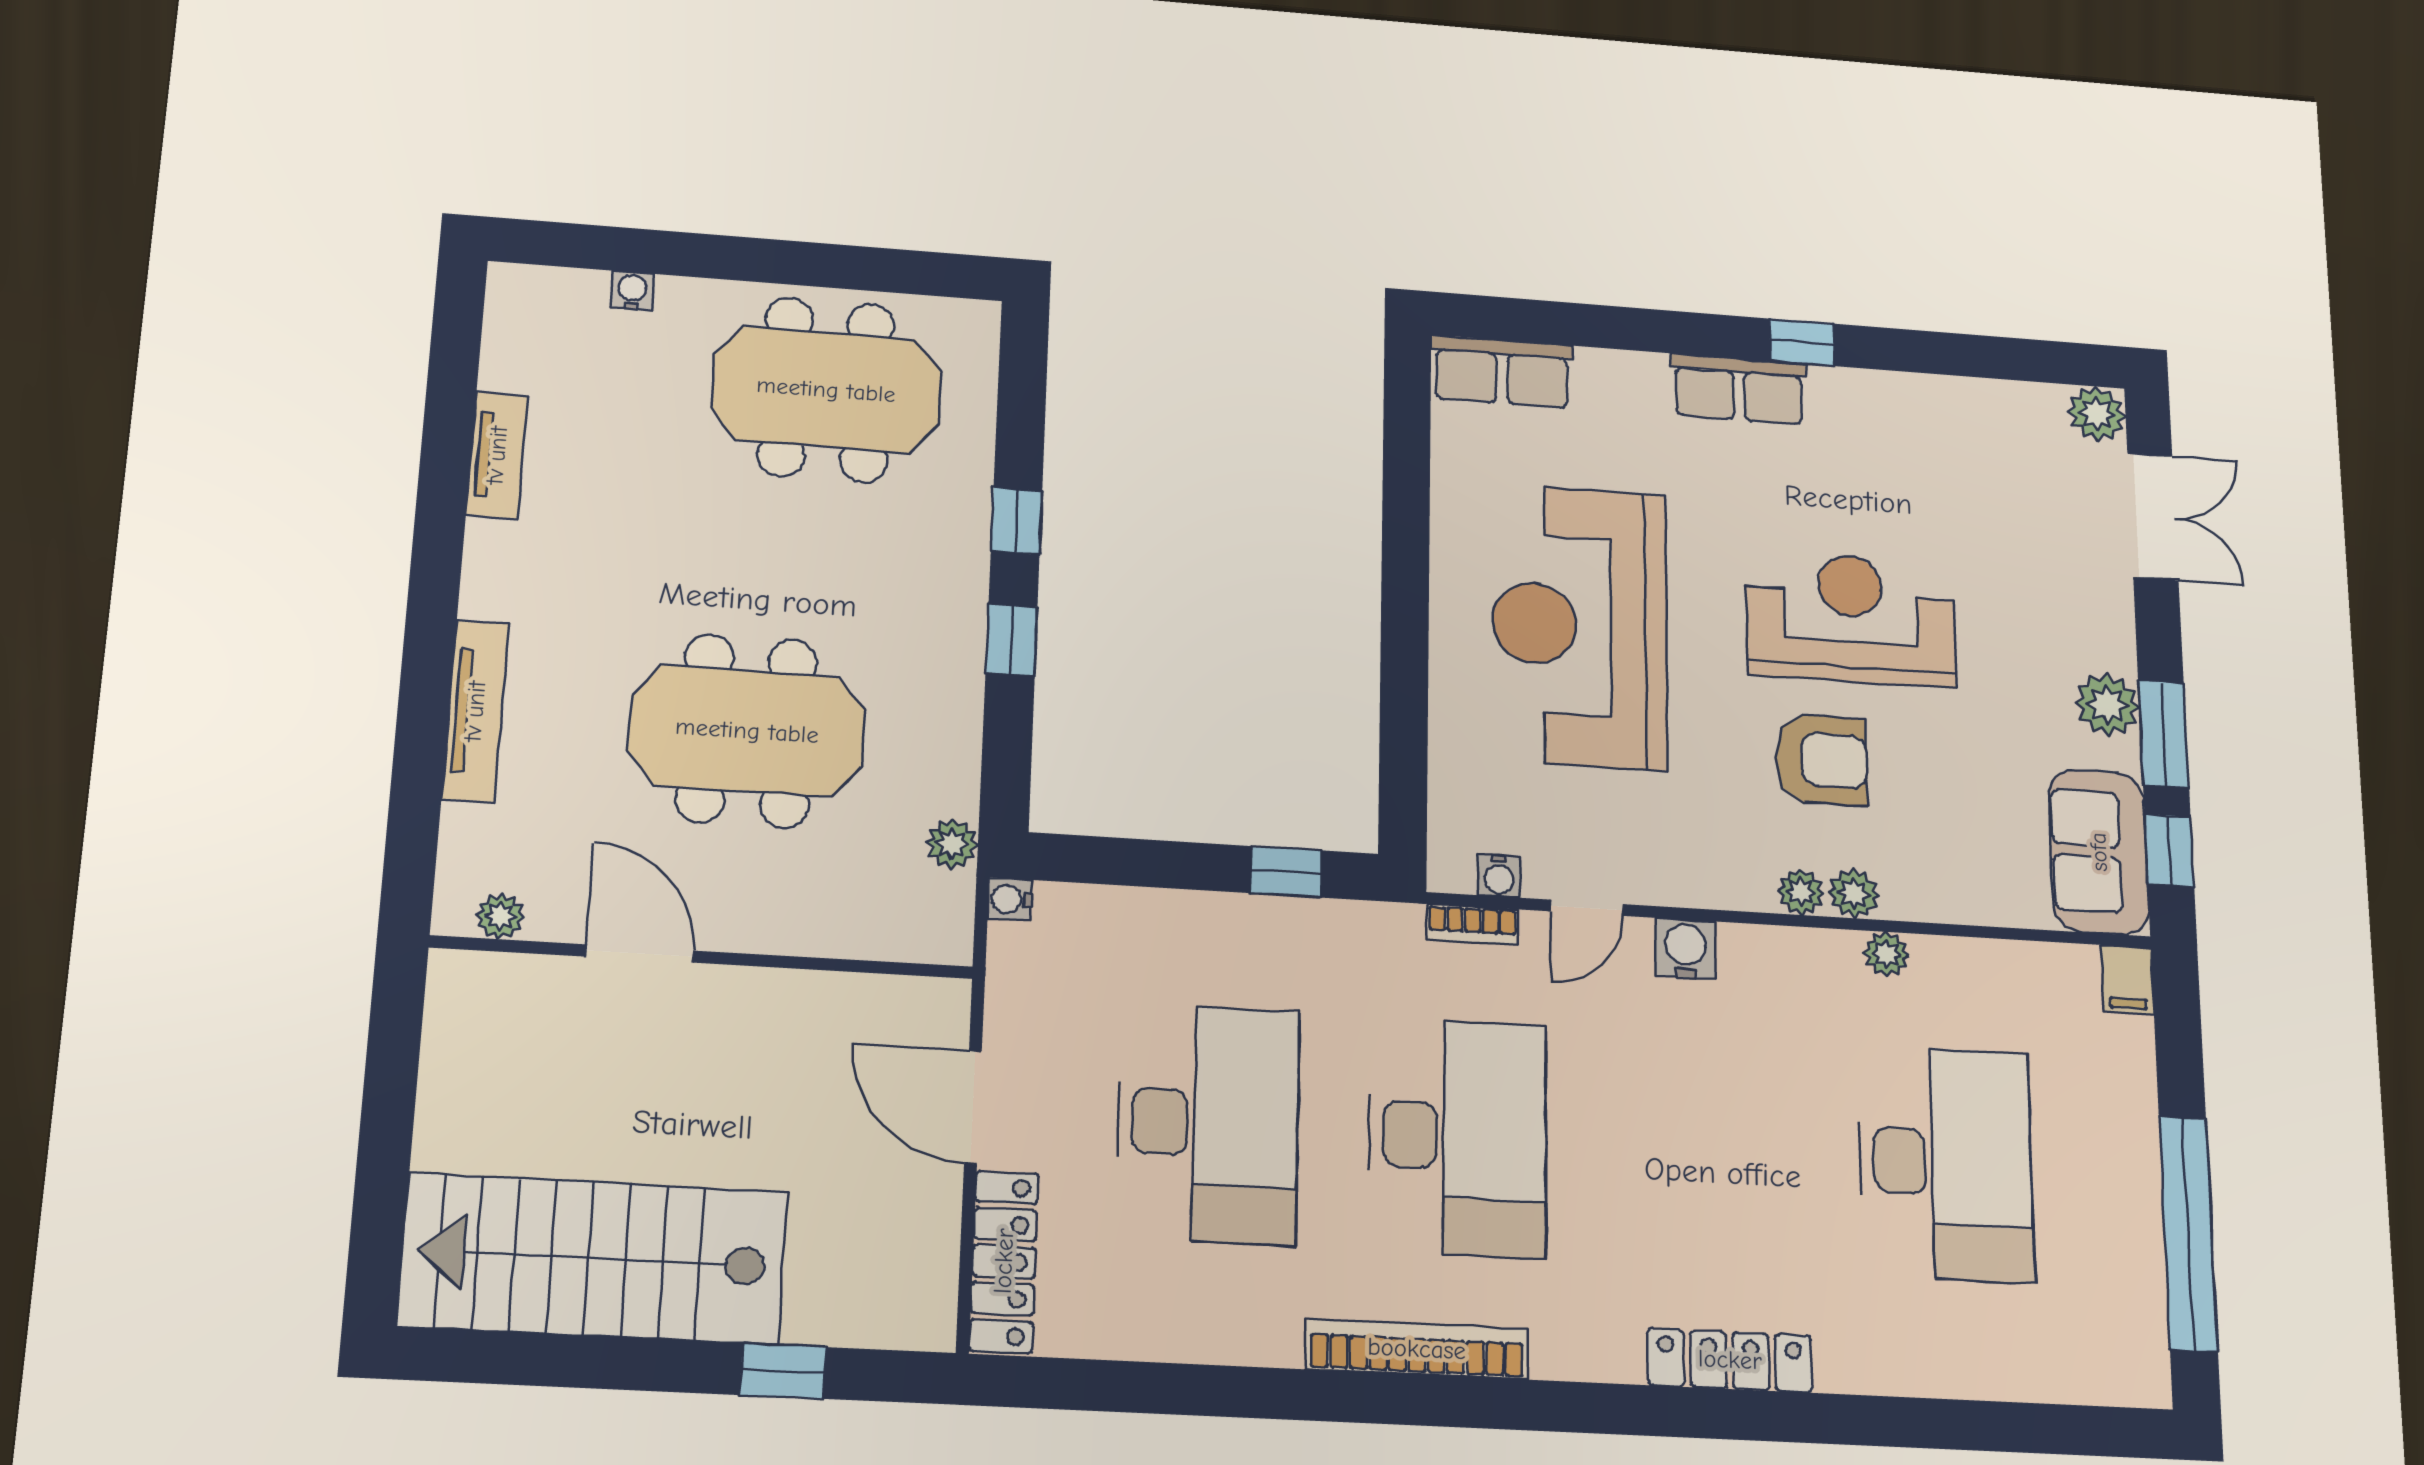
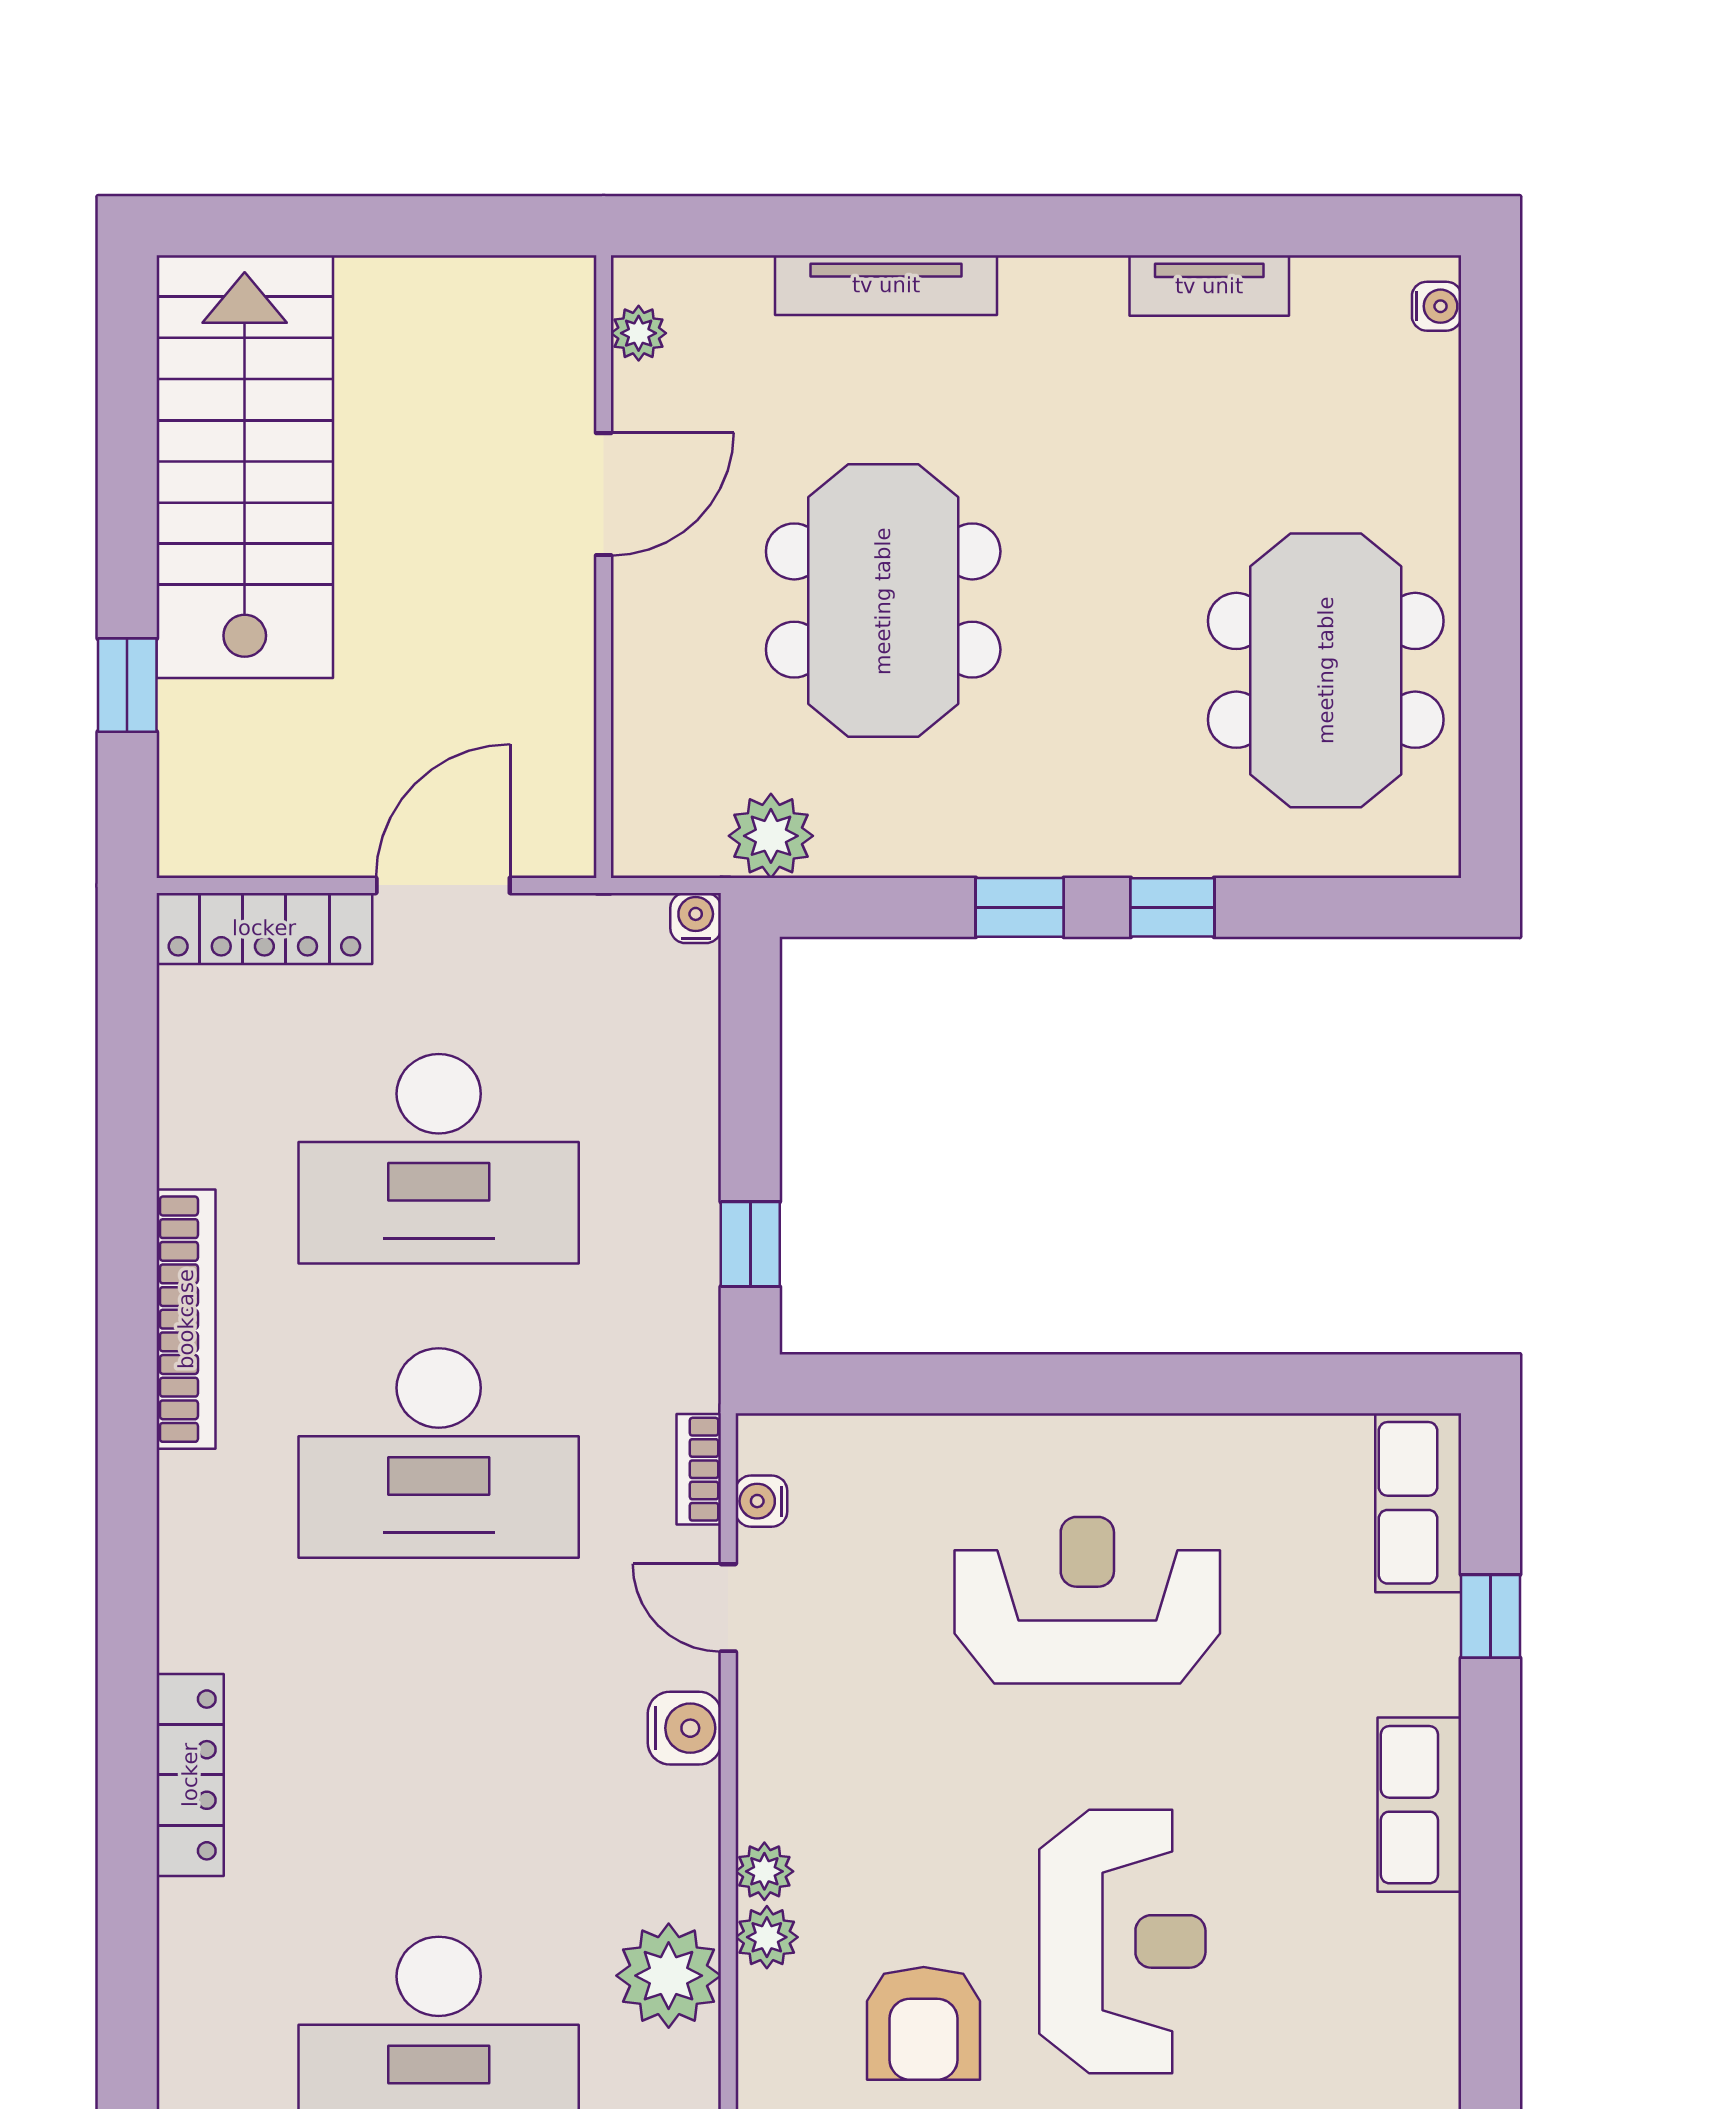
water cooler: (632, 291) -> (1437, 306), moved
window: (1802, 342) -> (1490, 1616), moved
reception desk: (1580, 626) -> (1087, 1600), width x0.74, depth x0.77
armchair: (1822, 760) -> (924, 2023), moved
plant: (952, 844) -> (771, 836), width x1.38, depth x1.38
plant: (1886, 954) -> (669, 1976), width x1.88, depth x1.88
bookcase: (1417, 1349) -> (186, 1319), moved

